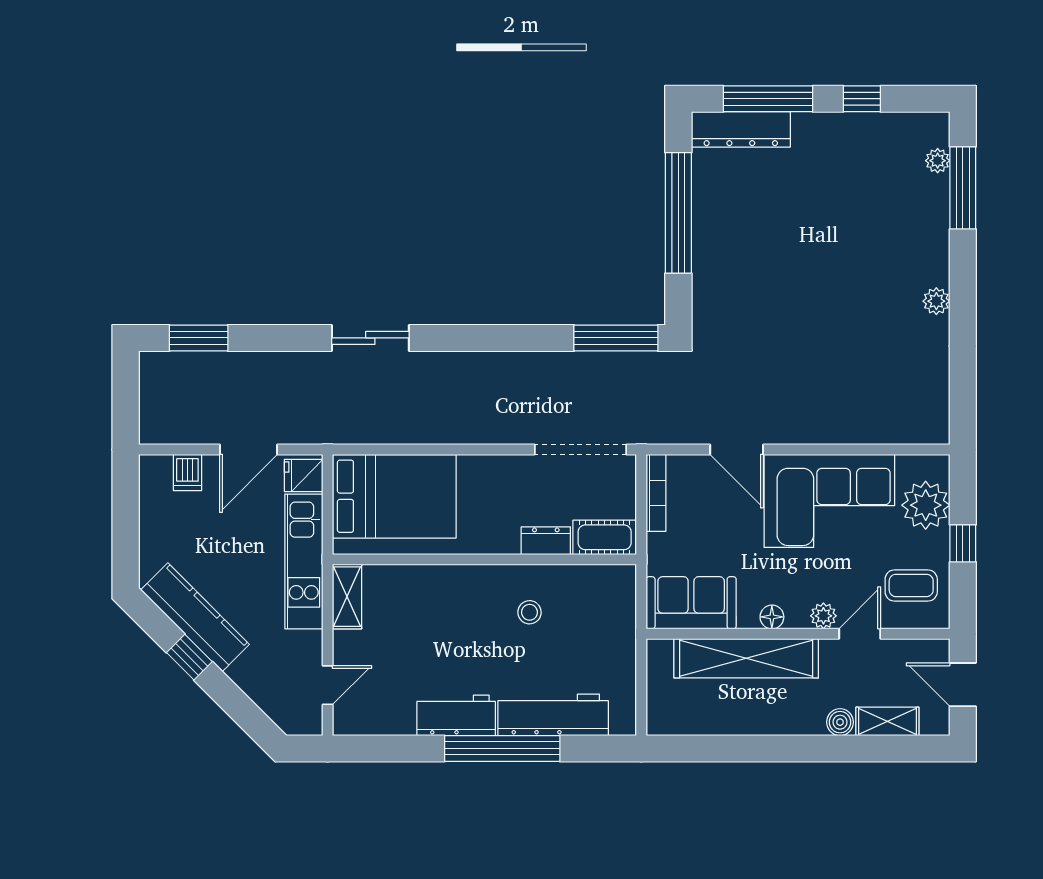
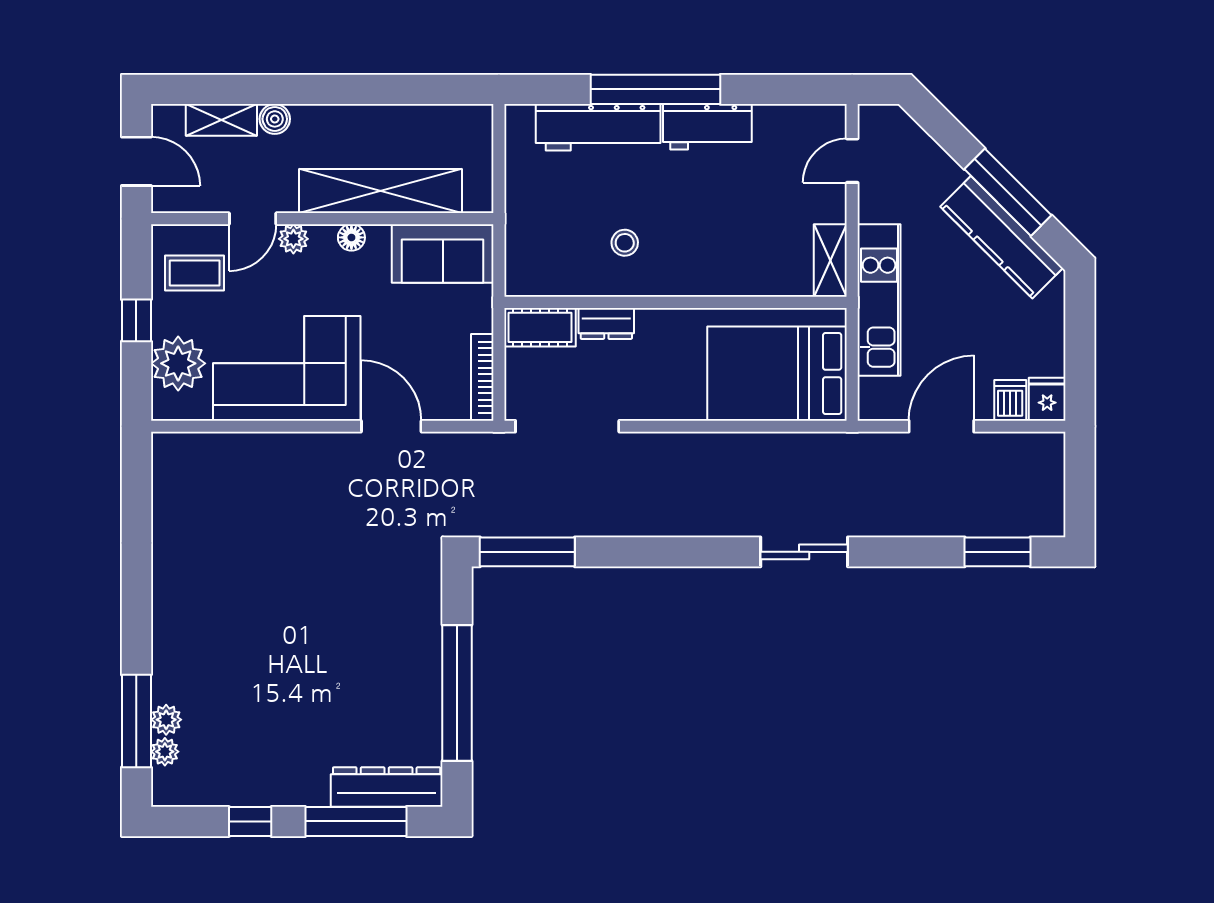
plant: (936, 301) -> (166, 720), moved
fridge: (304, 475) -> (1047, 399), moved, turned -90
window: (189, 657) -> (1008, 192), width x2.17

